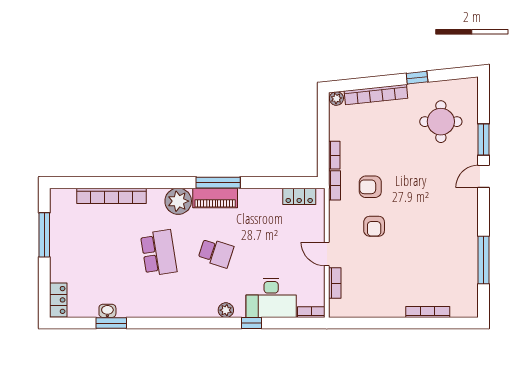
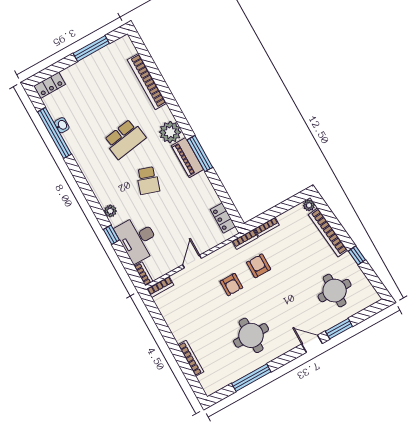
armchair: (374, 226) -> (231, 285), turned -90
round table: (439, 236) -> (251, 335), added
bookcase: (335, 283) -> (160, 287), moved
window: (111, 323) -> (54, 133), width x2.11

